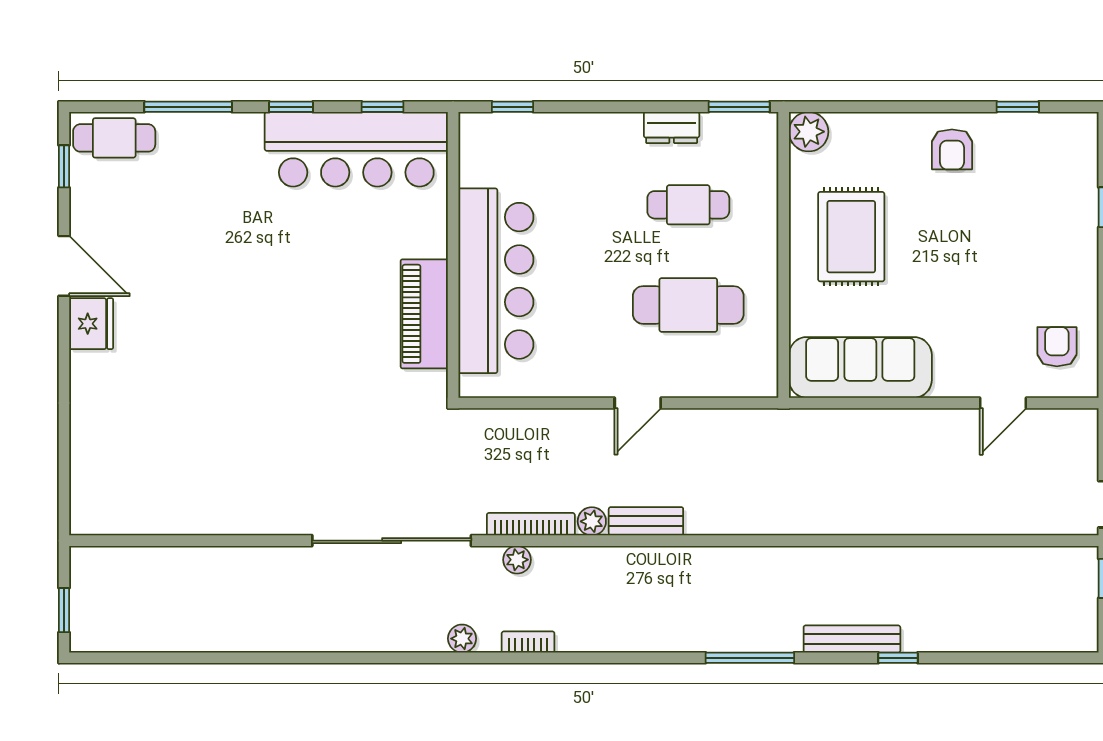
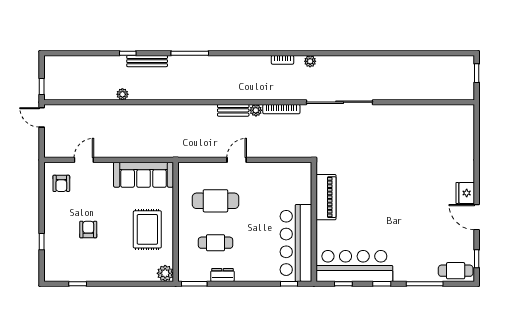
armchair: (952, 149) -> (88, 230), moved
bar counter: (496, 281) -> (296, 243), moved
plant: (517, 560) -> (122, 94), moved

